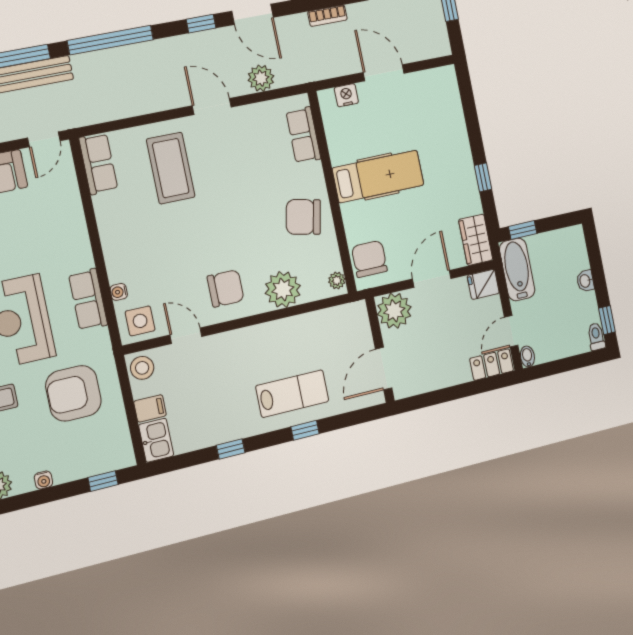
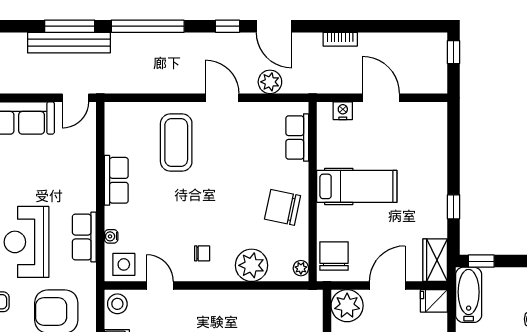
row of seats: (98, 164) -> (116, 180), moved
chair: (226, 288) -> (202, 253), width x0.54, depth x0.54

